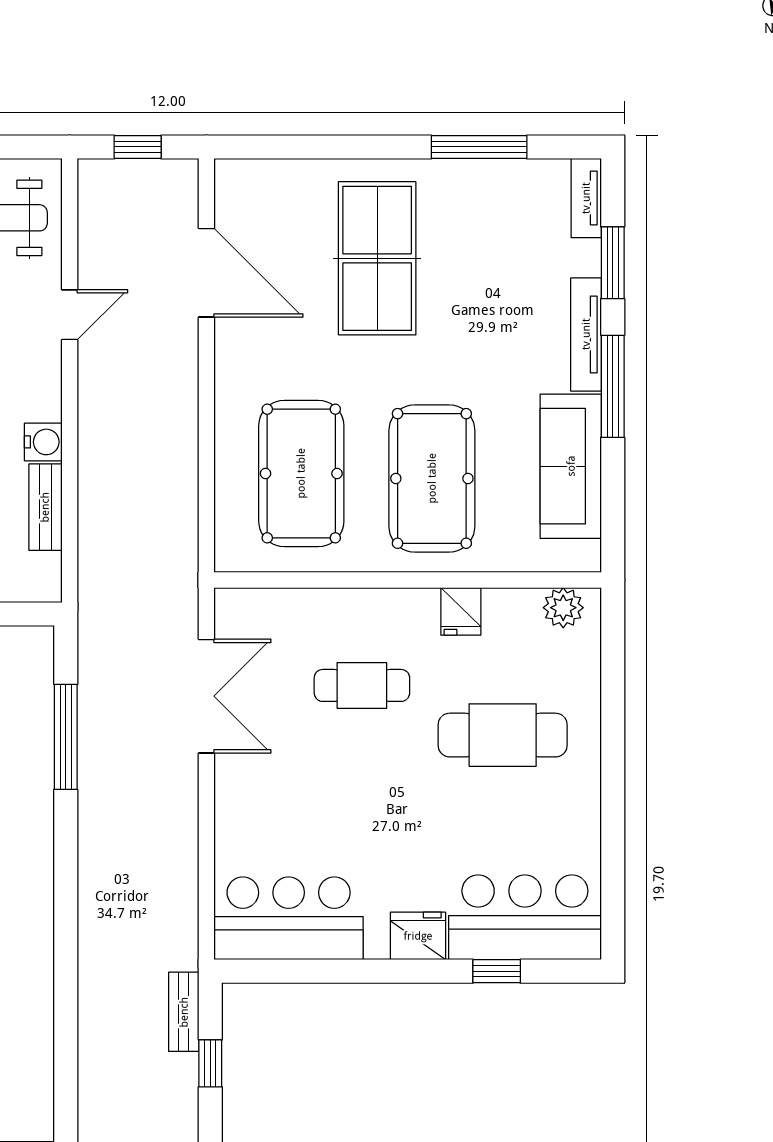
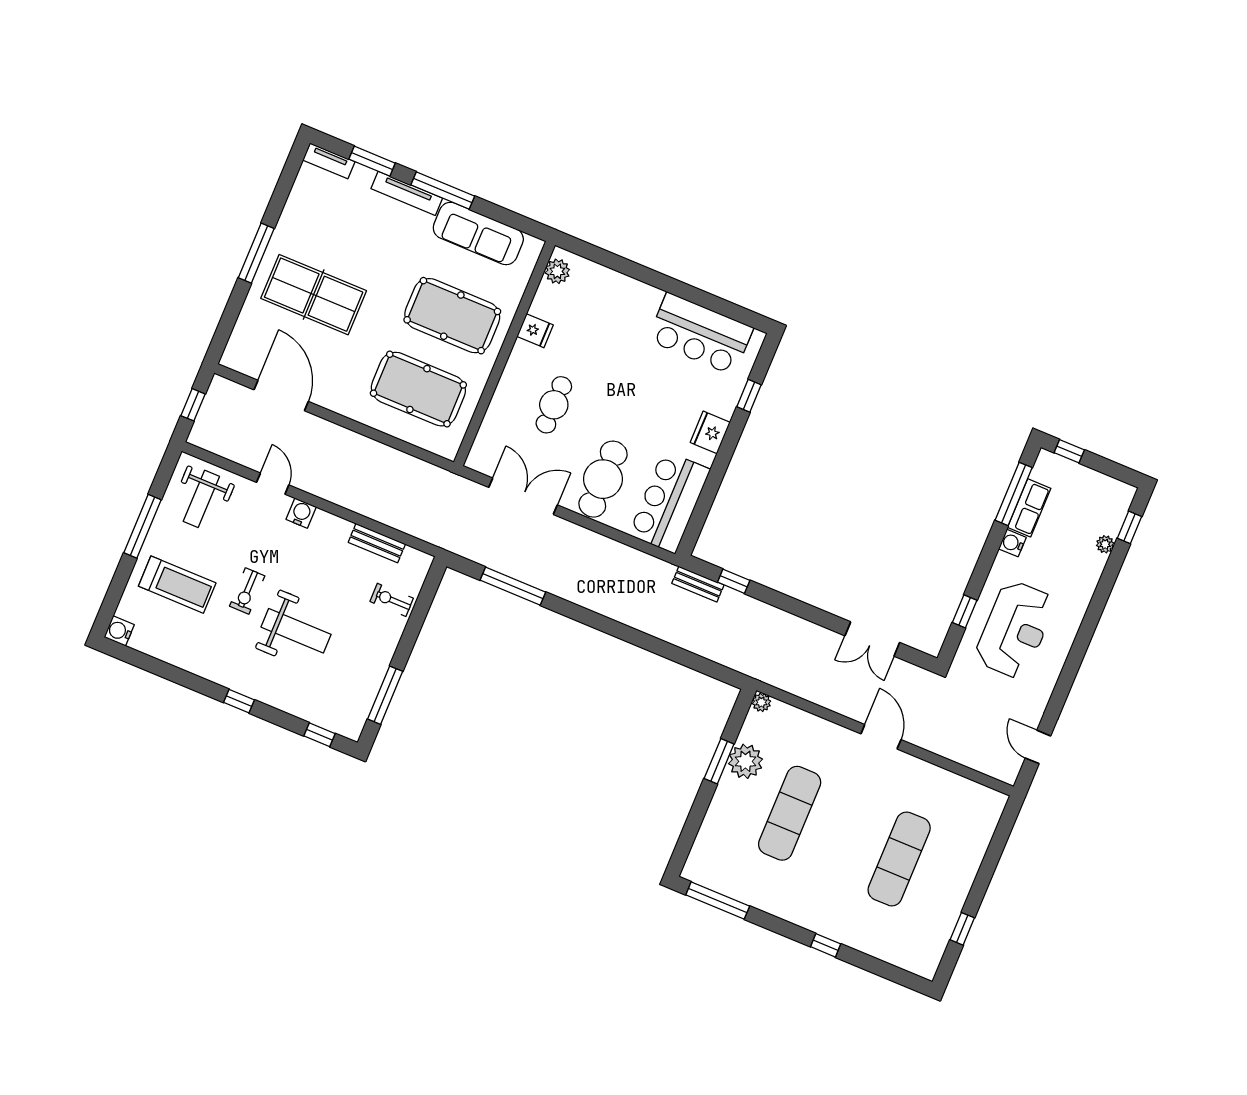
window: (479, 147) -> (256, 253), moved
door: (206, 273) -> (281, 396), hinge flipped
water cooler: (43, 442) -> (301, 513), moved
cafe table: (503, 735) -> (603, 479), moved
bar counter: (525, 917) -> (700, 334), moved, turned -90

